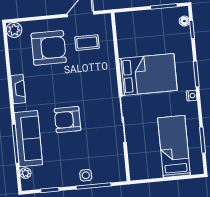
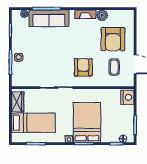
nightstand: (127, 21) -> (127, 97), added
plant: (14, 30) -> (102, 15), moved
bed: (148, 74) -> (87, 122), moved, turned 180
armchair: (67, 120) -> (83, 67), moved
wardrobe: (147, 171) -> (18, 102), added

